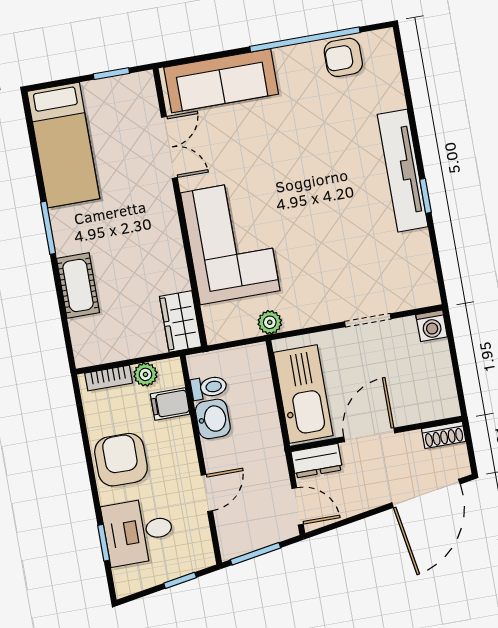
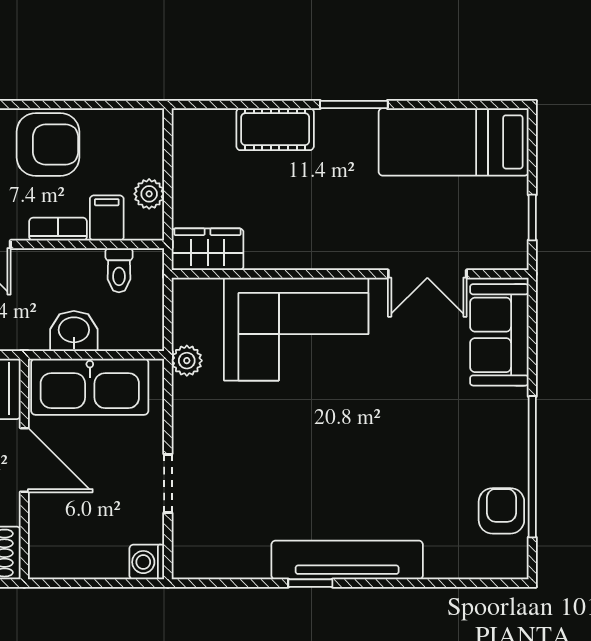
sofa: (221, 81) -> (499, 335), width x0.73
bookcase: (109, 378) -> (58, 229), moved, turned 90
washbasin: (213, 419) -> (74, 331), moved, turned 180

